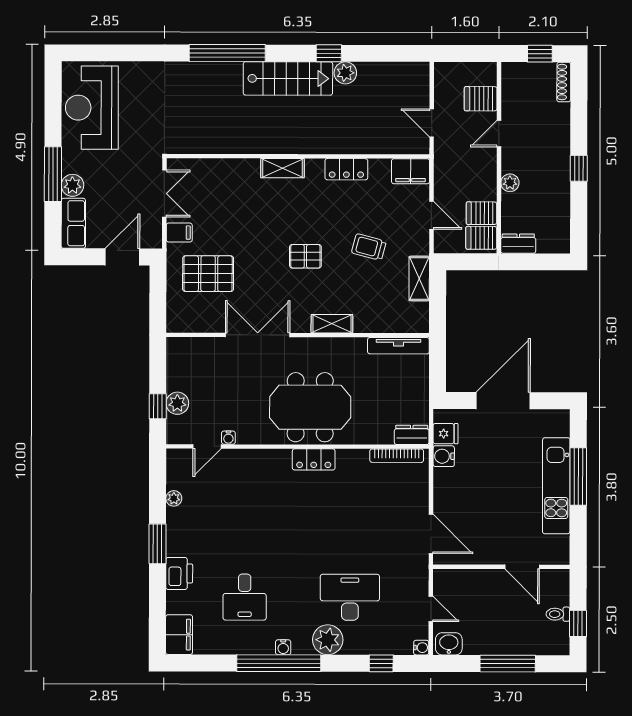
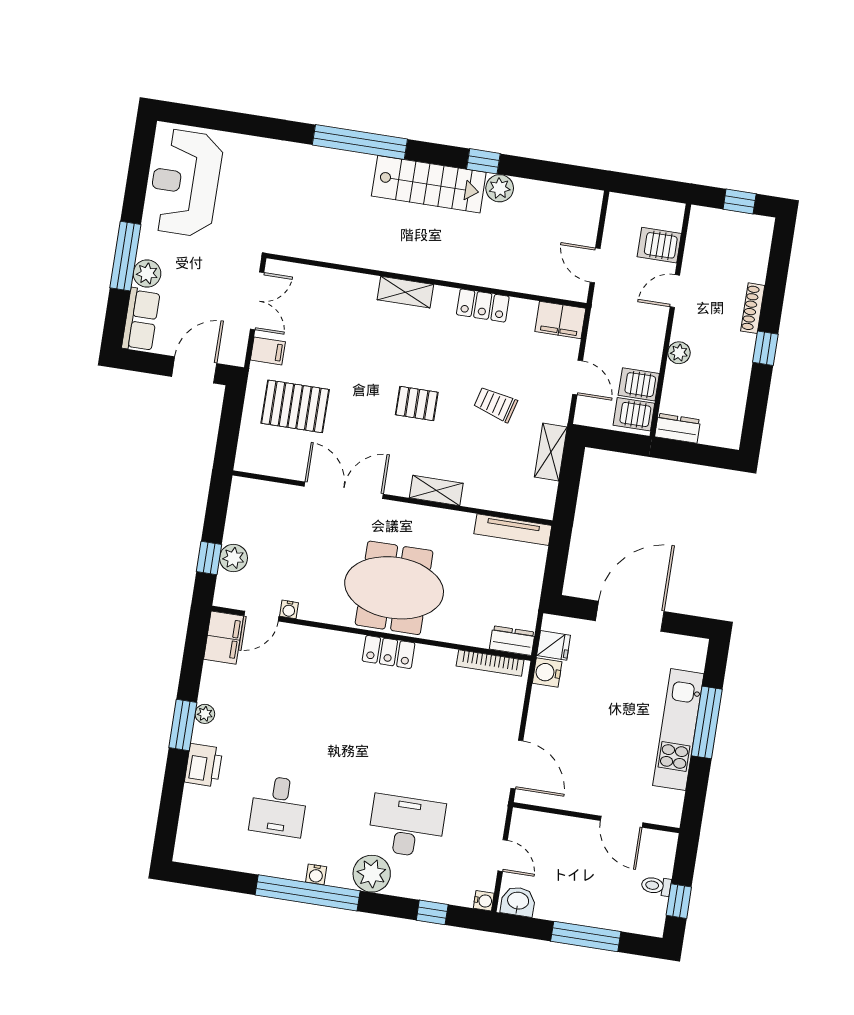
shoe rack: (564, 82) -> (753, 308), moved
plant: (174, 498) -> (205, 714), moved
filing cabinet: (179, 635) -> (224, 638), moved

